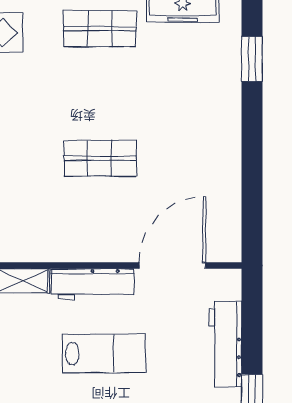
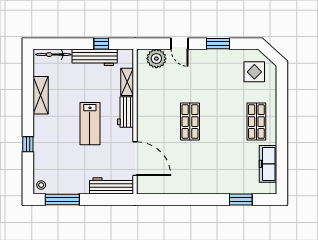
workbench: (93, 284) -> (125, 112), width x0.73
workbench: (226, 344) -> (111, 186), moved

